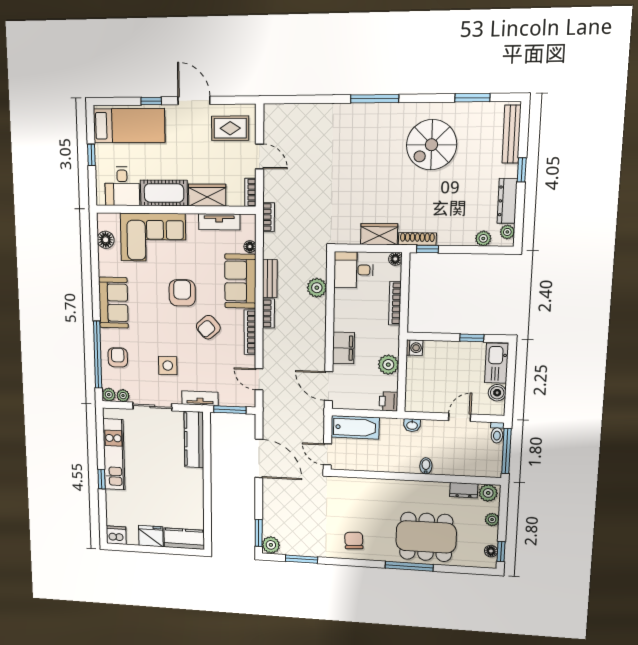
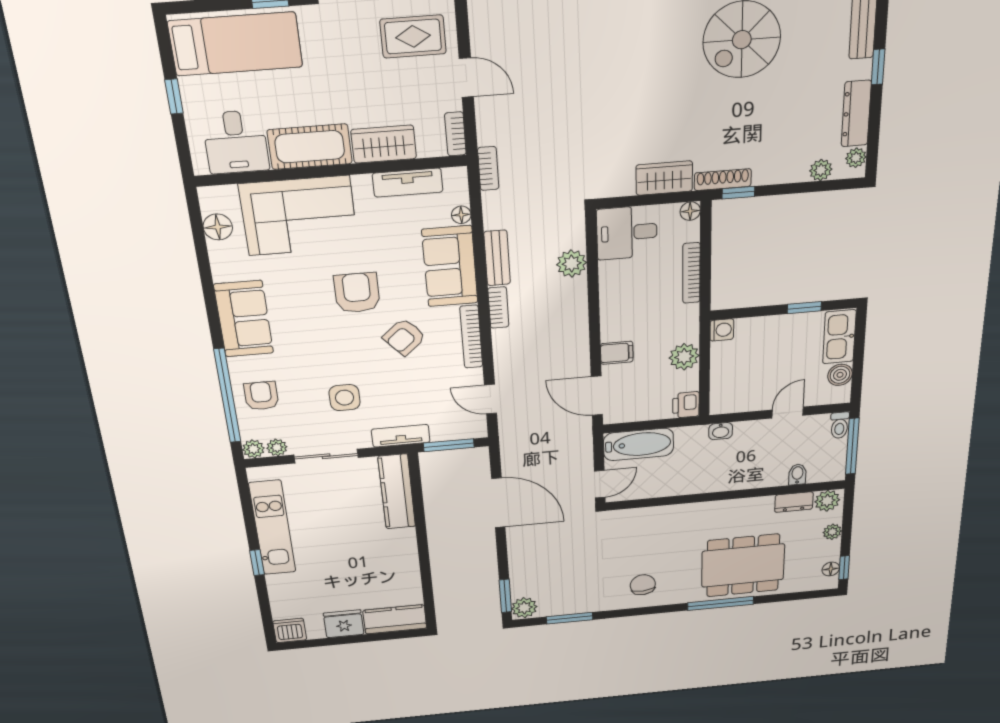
filing cabinet: (343, 348) -> (617, 353), width x0.50
door: (327, 454) -> (600, 484), swing flipped
bidet: (426, 466) -> (797, 474), moved

